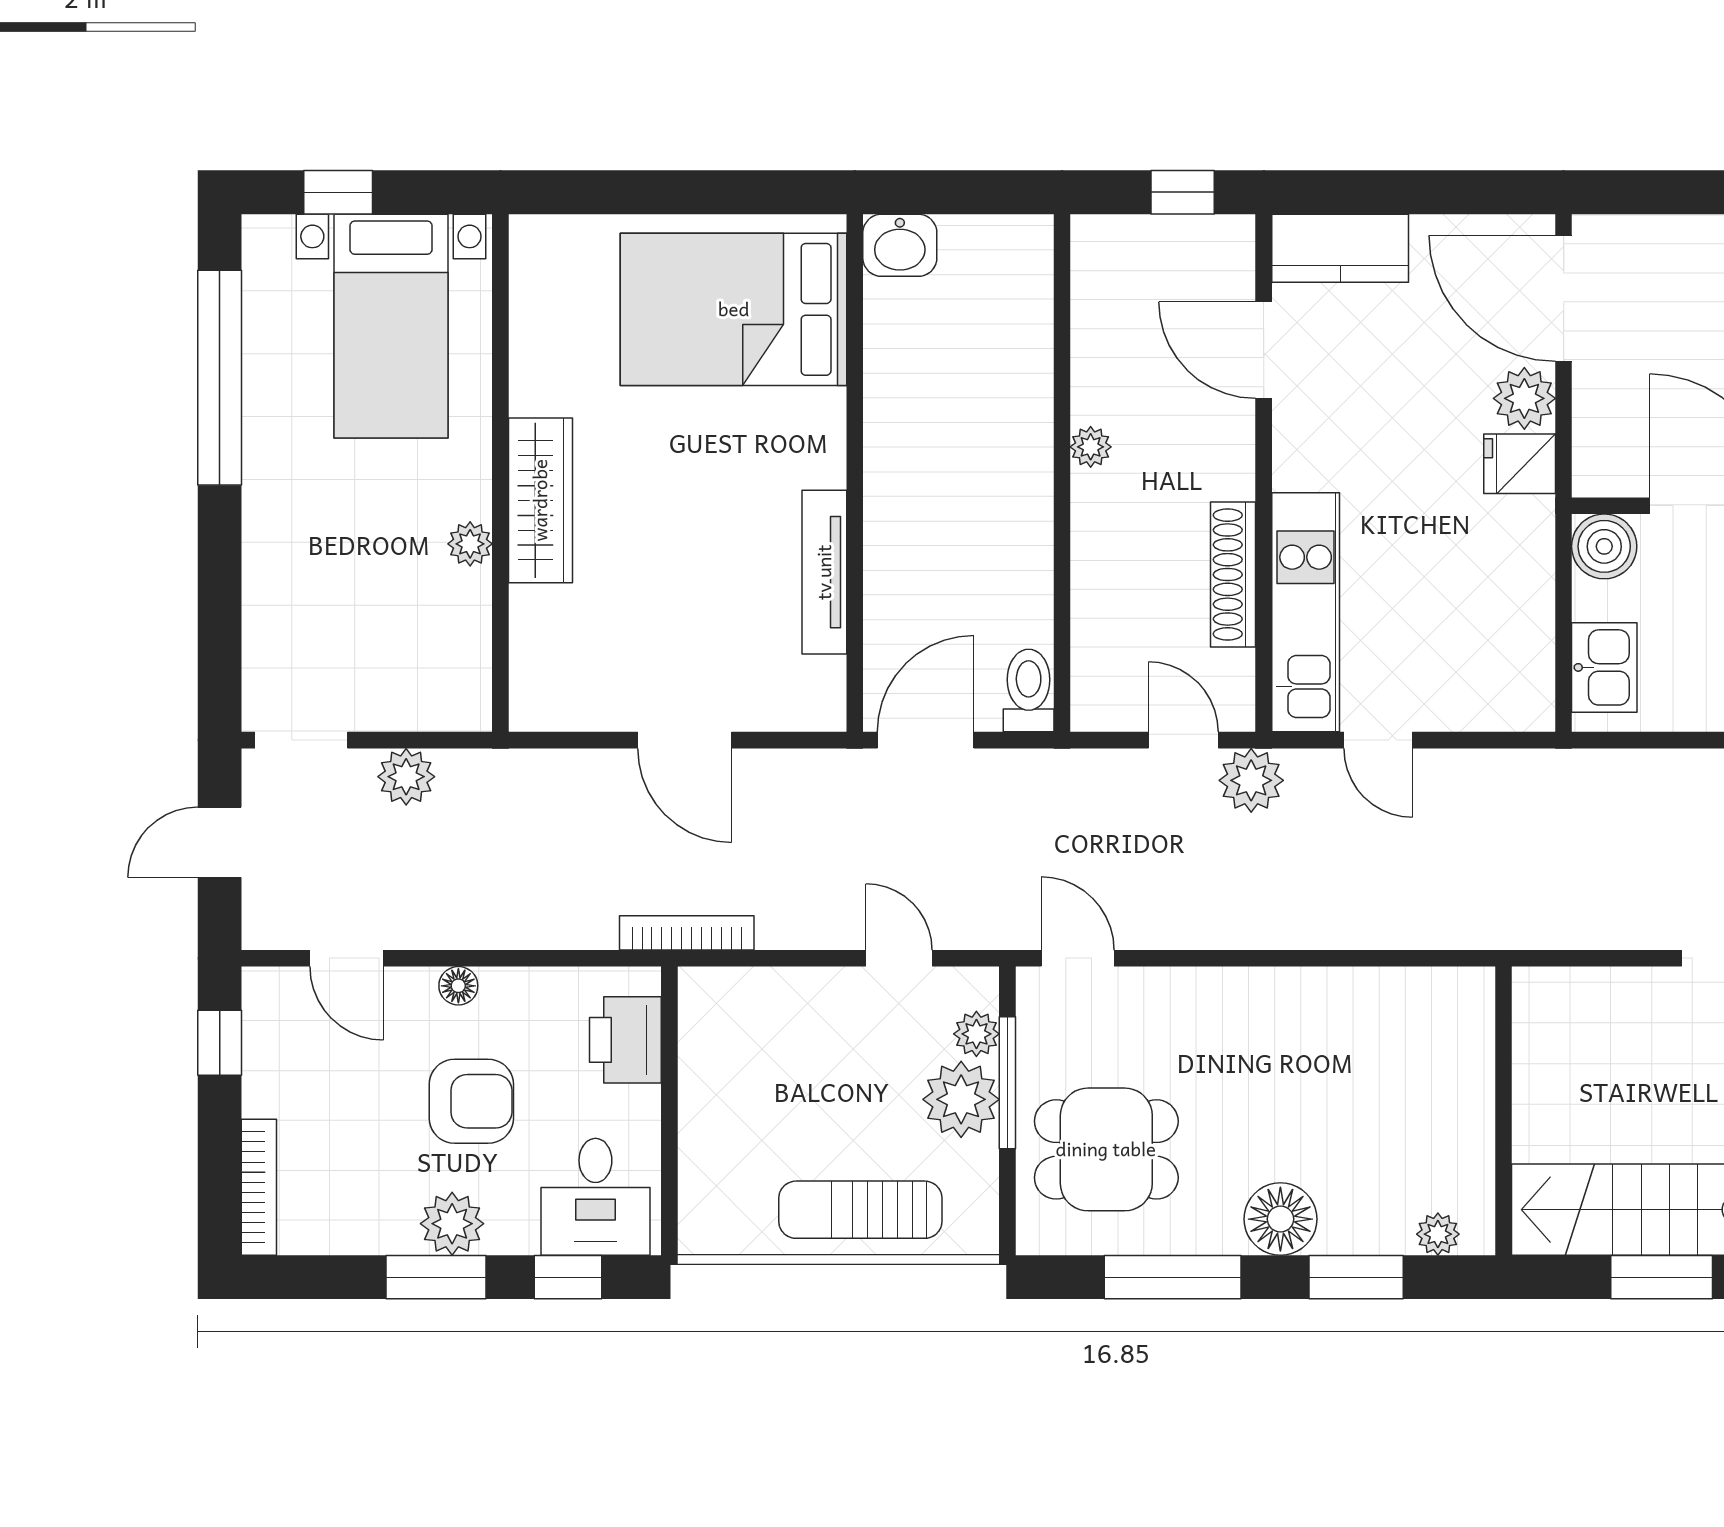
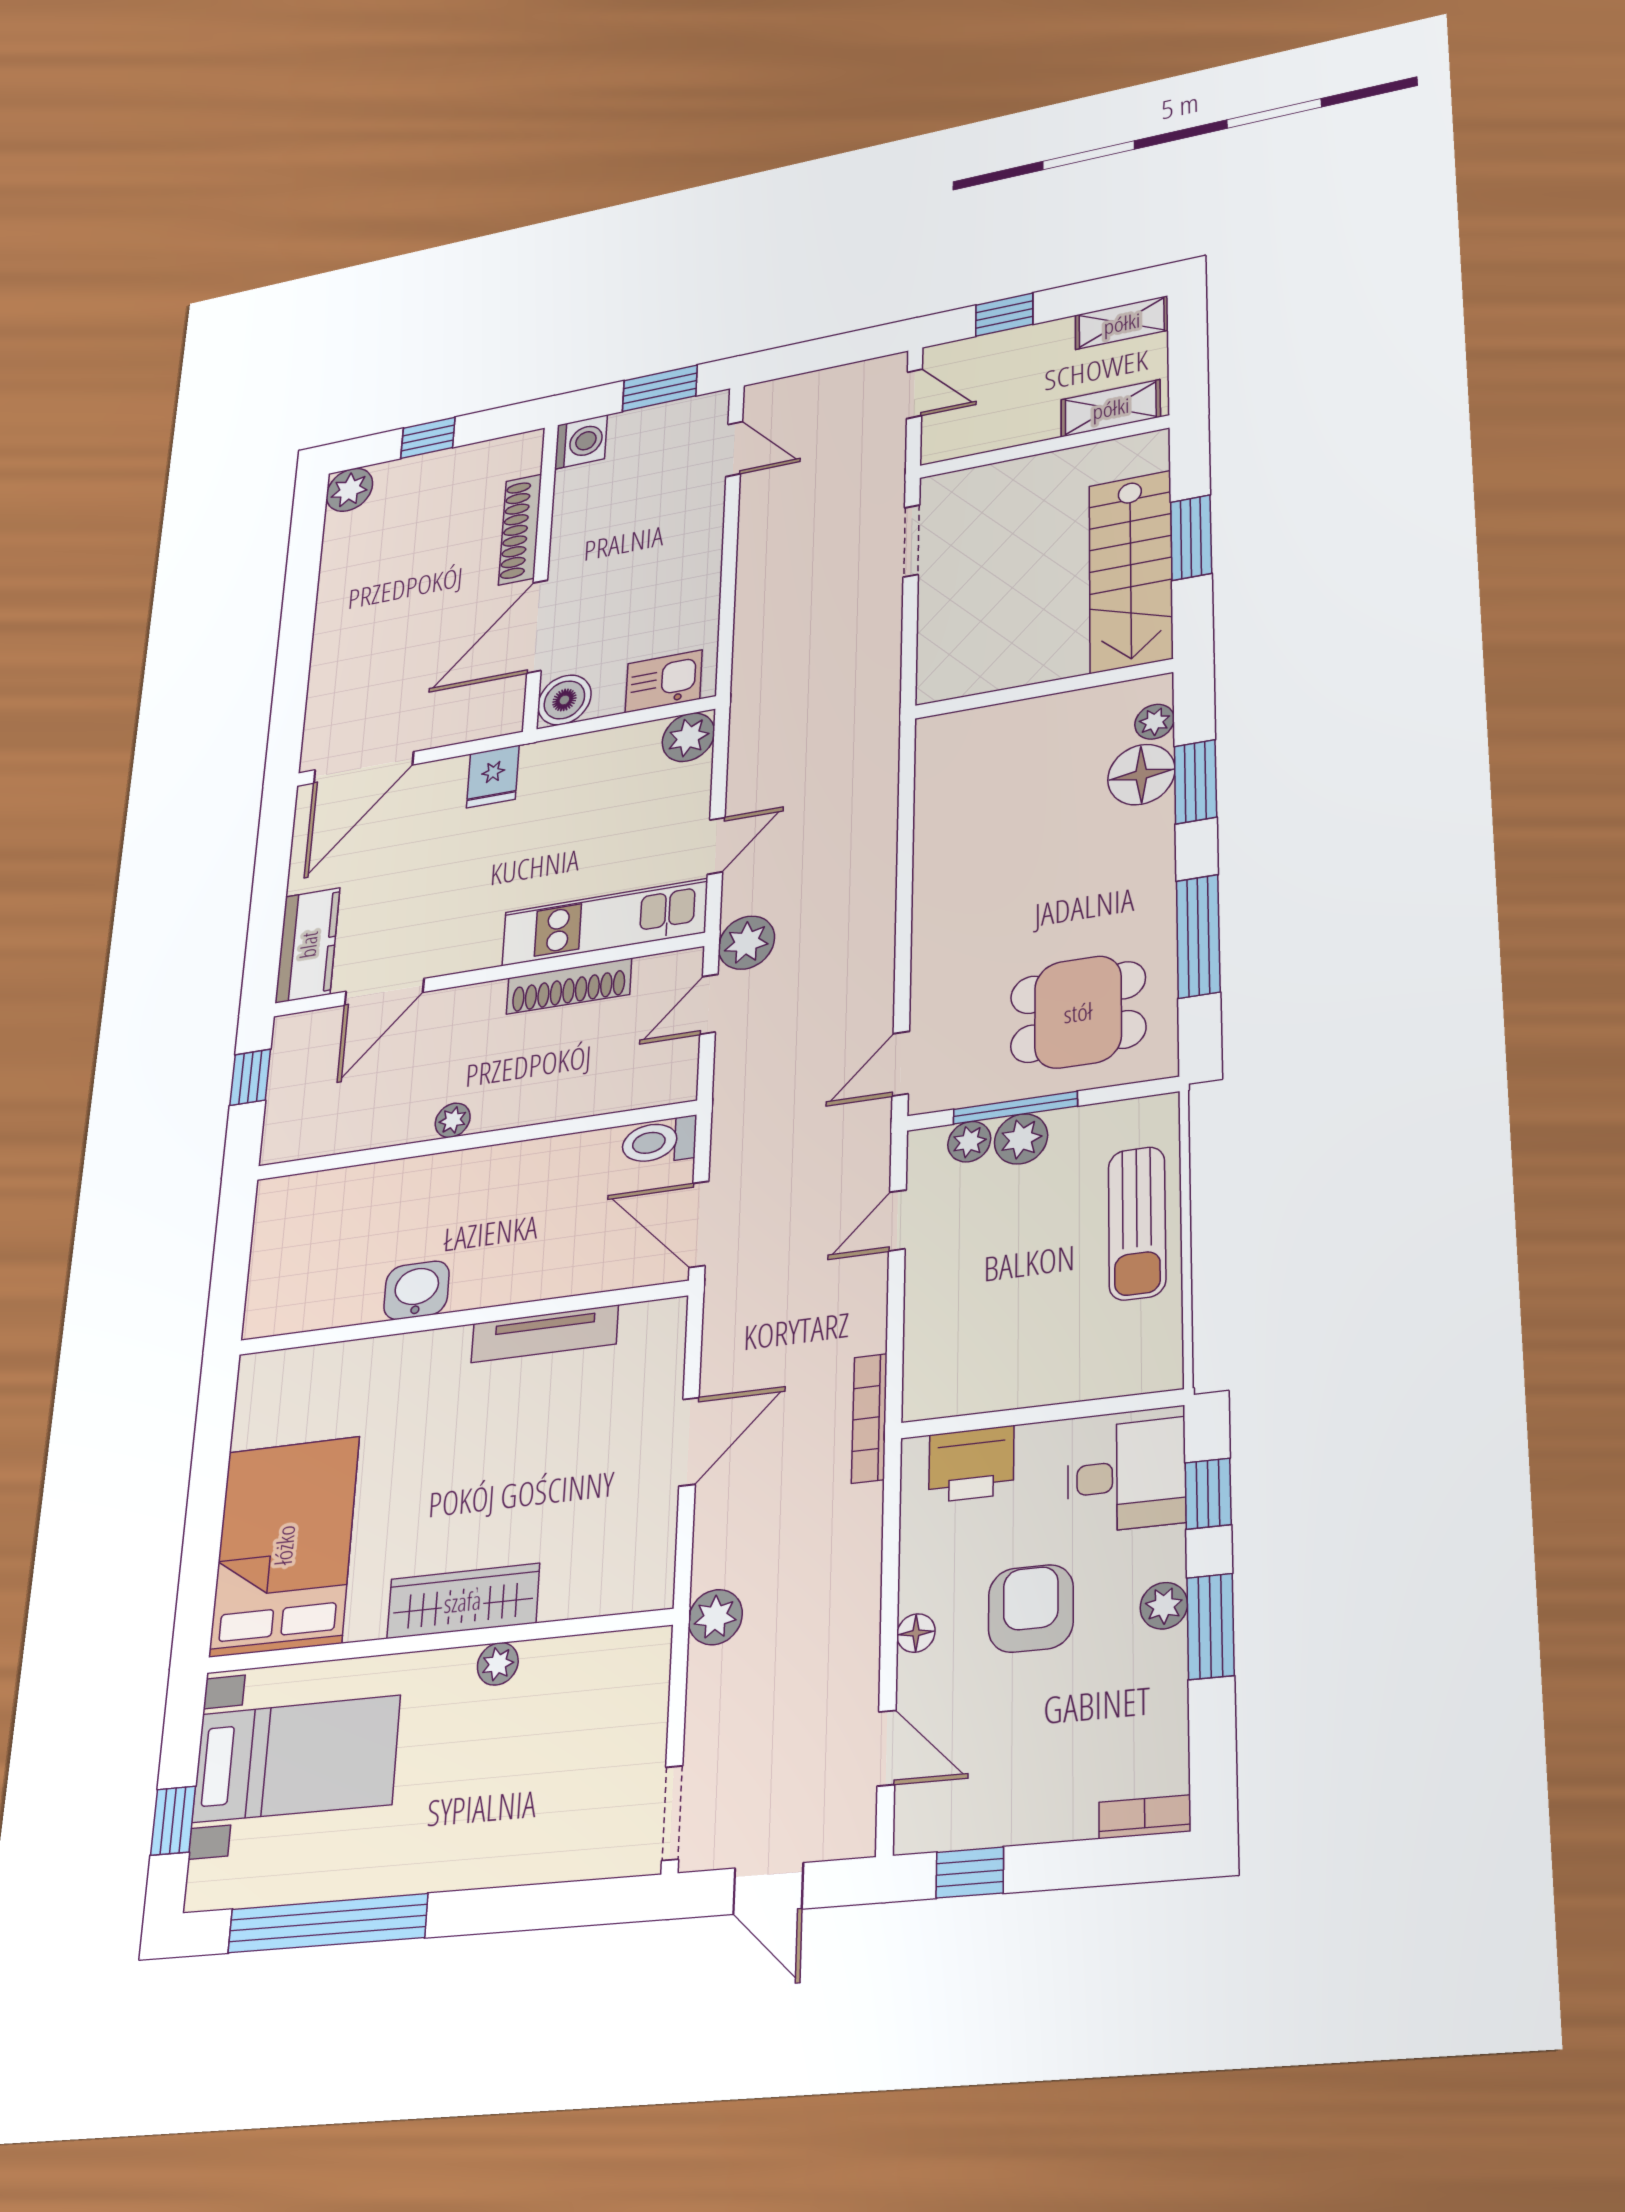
washbasin: (900, 245) -> (416, 1290), moved, turned -90
bed: (734, 309) -> (284, 1546), moved, turned 180
plant: (1524, 398) -> (688, 737), moved
plant: (406, 777) -> (715, 1617), moved
door: (347, 958) -> (887, 1748), hinge flipped
plant: (961, 1099) -> (1021, 1139), width x0.73, depth x0.73
dining table: (1106, 1149) -> (1078, 1012), turned 90
bookcase: (259, 1187) -> (1145, 1817), width x0.64
floor lamp: (1280, 1219) -> (1141, 775), moved
plant: (452, 1224) -> (1164, 1606), width x0.73, depth x0.73

